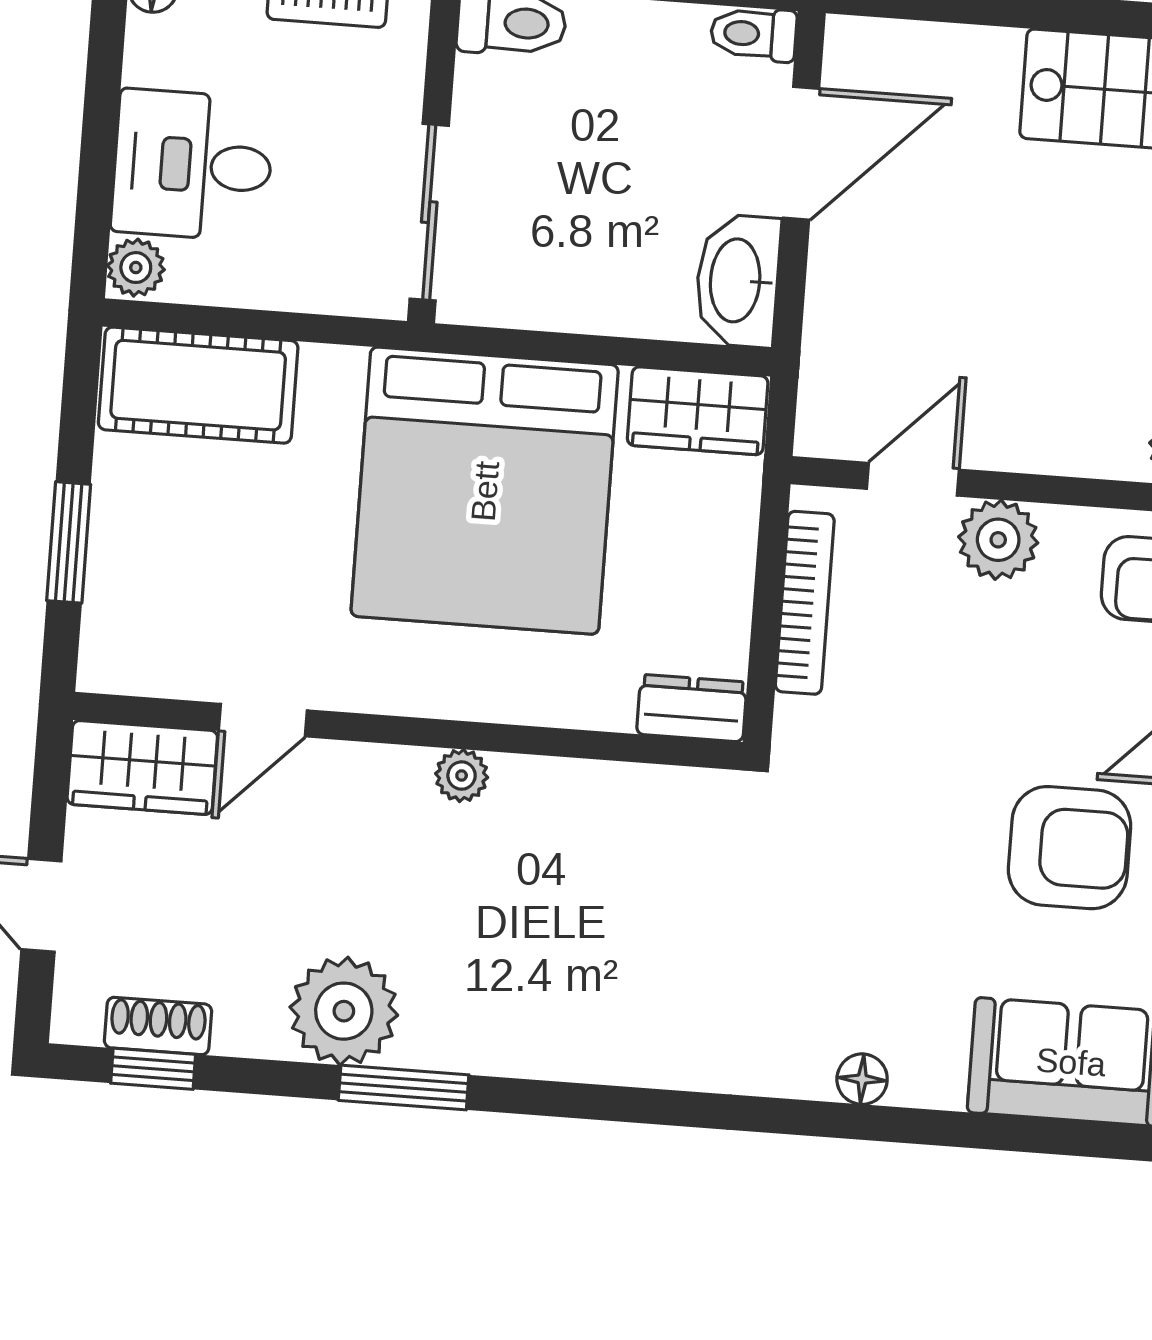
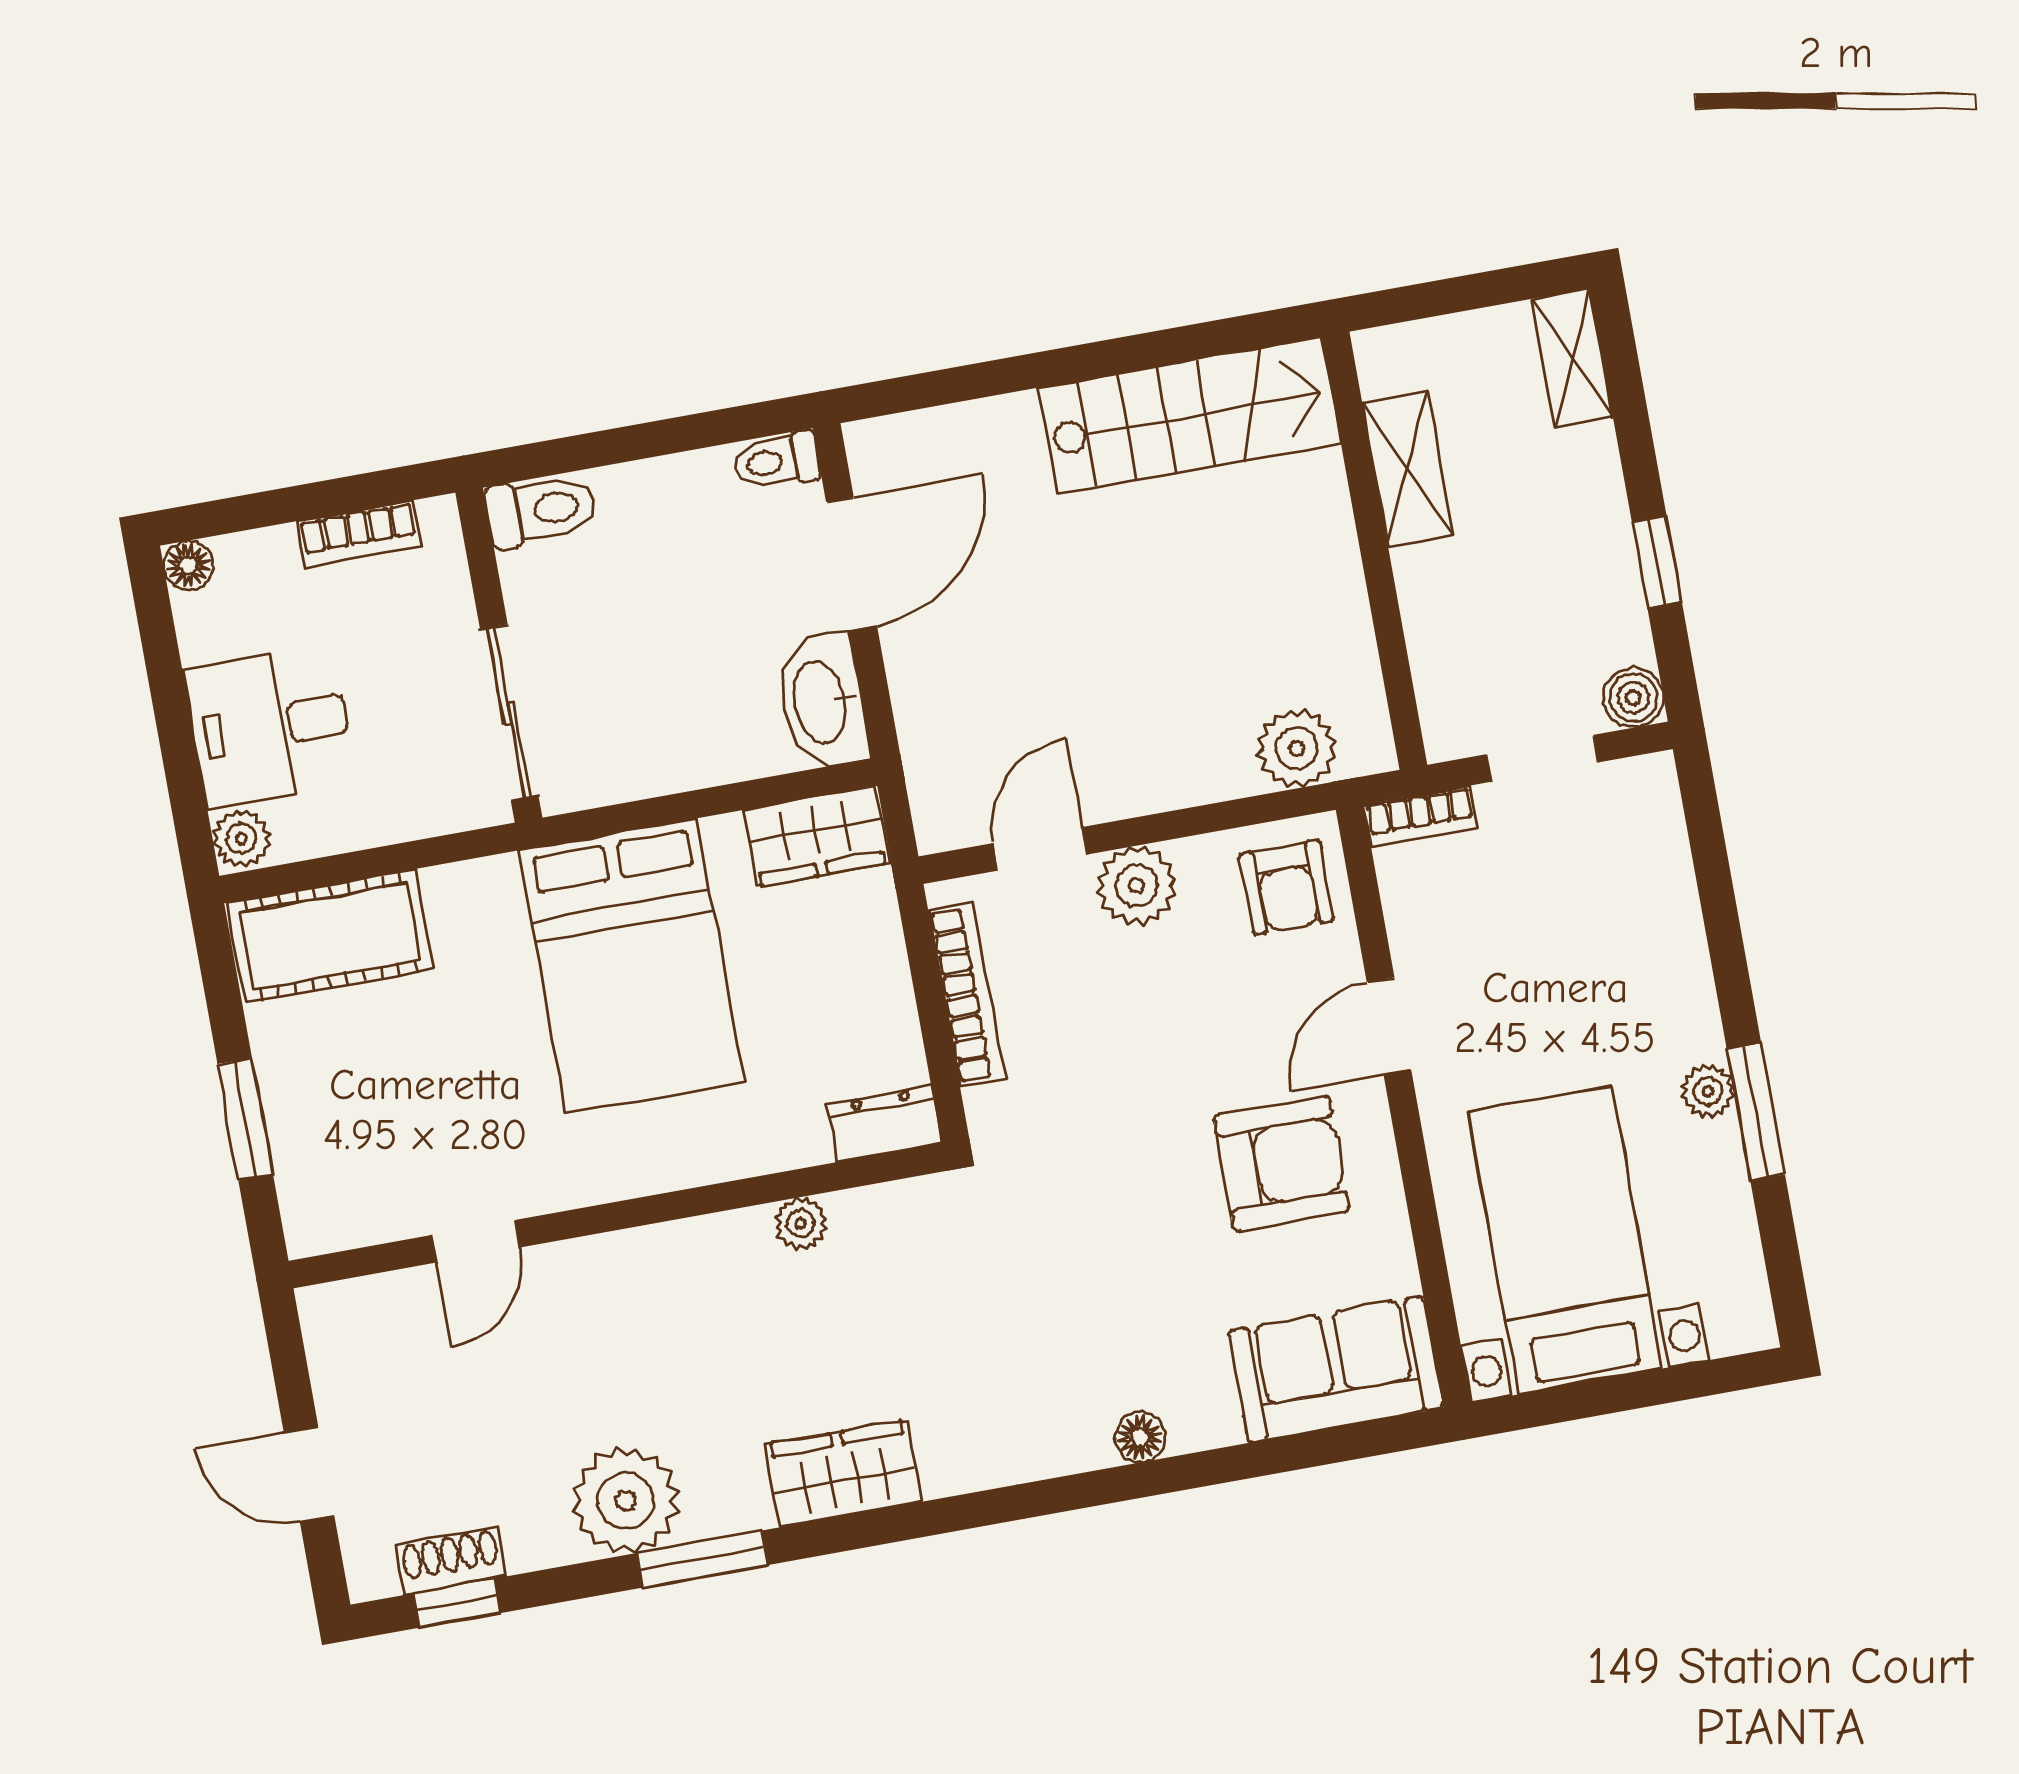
bed: (485, 491) -> (632, 966), width x0.73
wardrobe: (142, 767) -> (843, 1473), moved, turned 180
plant: (462, 776) -> (801, 1224), moved

